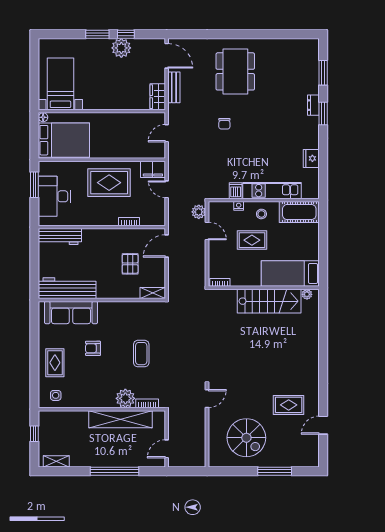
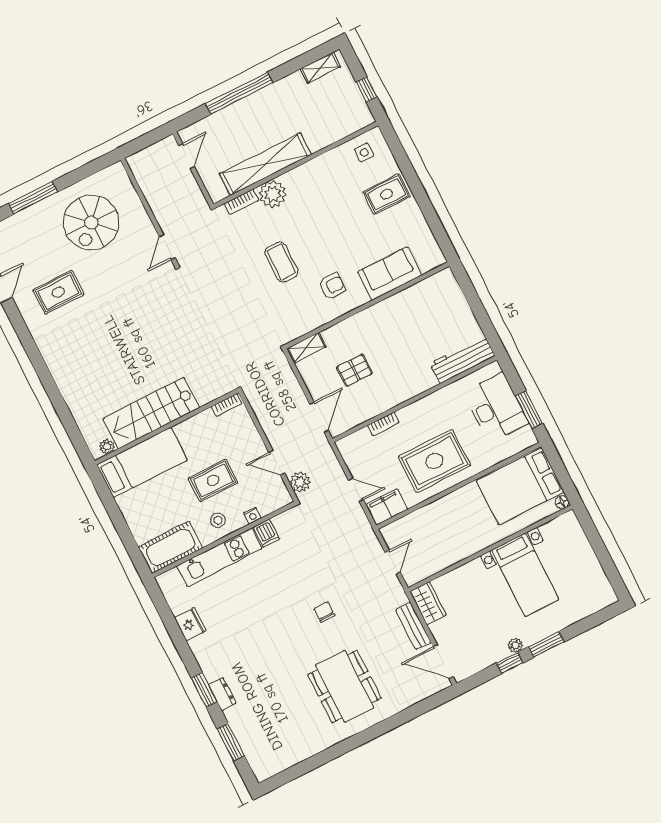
plant: (121, 48) -> (515, 645), width x0.53, depth x0.53
bed with nightstands: (60, 84) -> (525, 575), moved
pallet: (130, 264) -> (354, 370), turned 90
workbench: (67, 288) -> (419, 298), removed
sofa: (71, 313) -> (390, 274), width x0.73
armchair: (93, 348) -> (332, 286), moved
rug: (55, 363) -> (387, 194), turned 90
spiral stairs: (246, 438) -> (91, 222), turned -90

